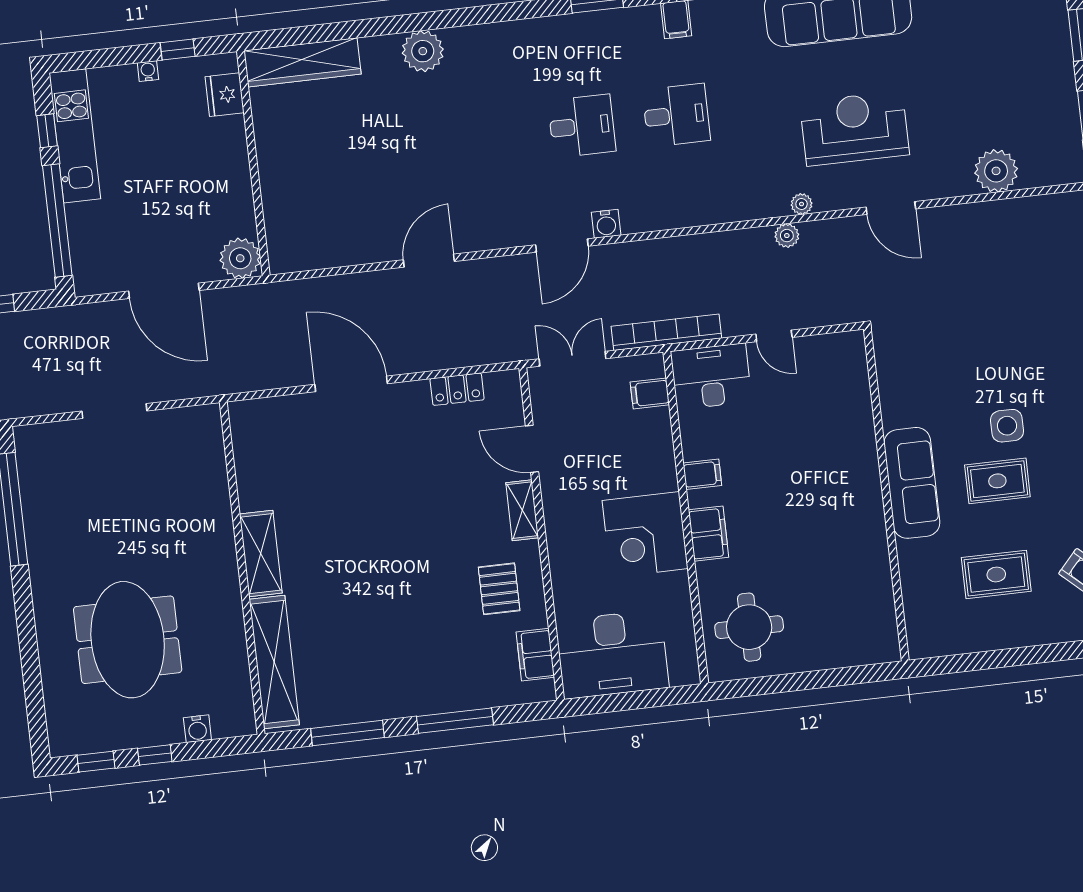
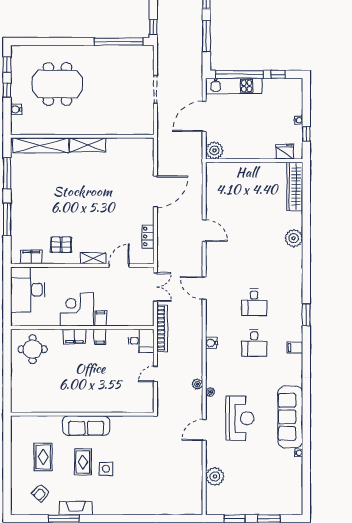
kitchen unit: (75, 136) -> (234, 86), moved
water cooler: (606, 224) -> (211, 343), moved
desk: (711, 376) -> (141, 341), width x0.73
filing cabinet: (650, 393) -> (101, 318), moved

